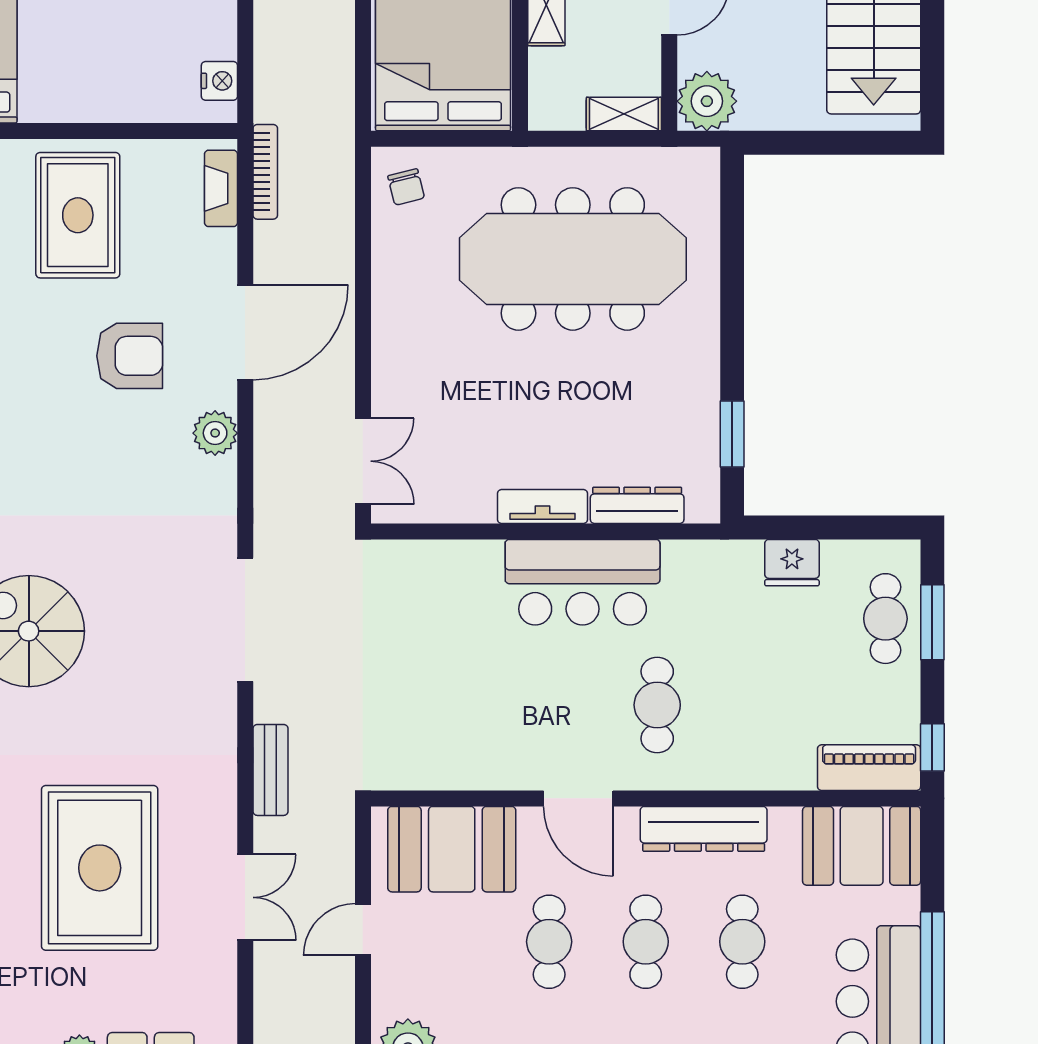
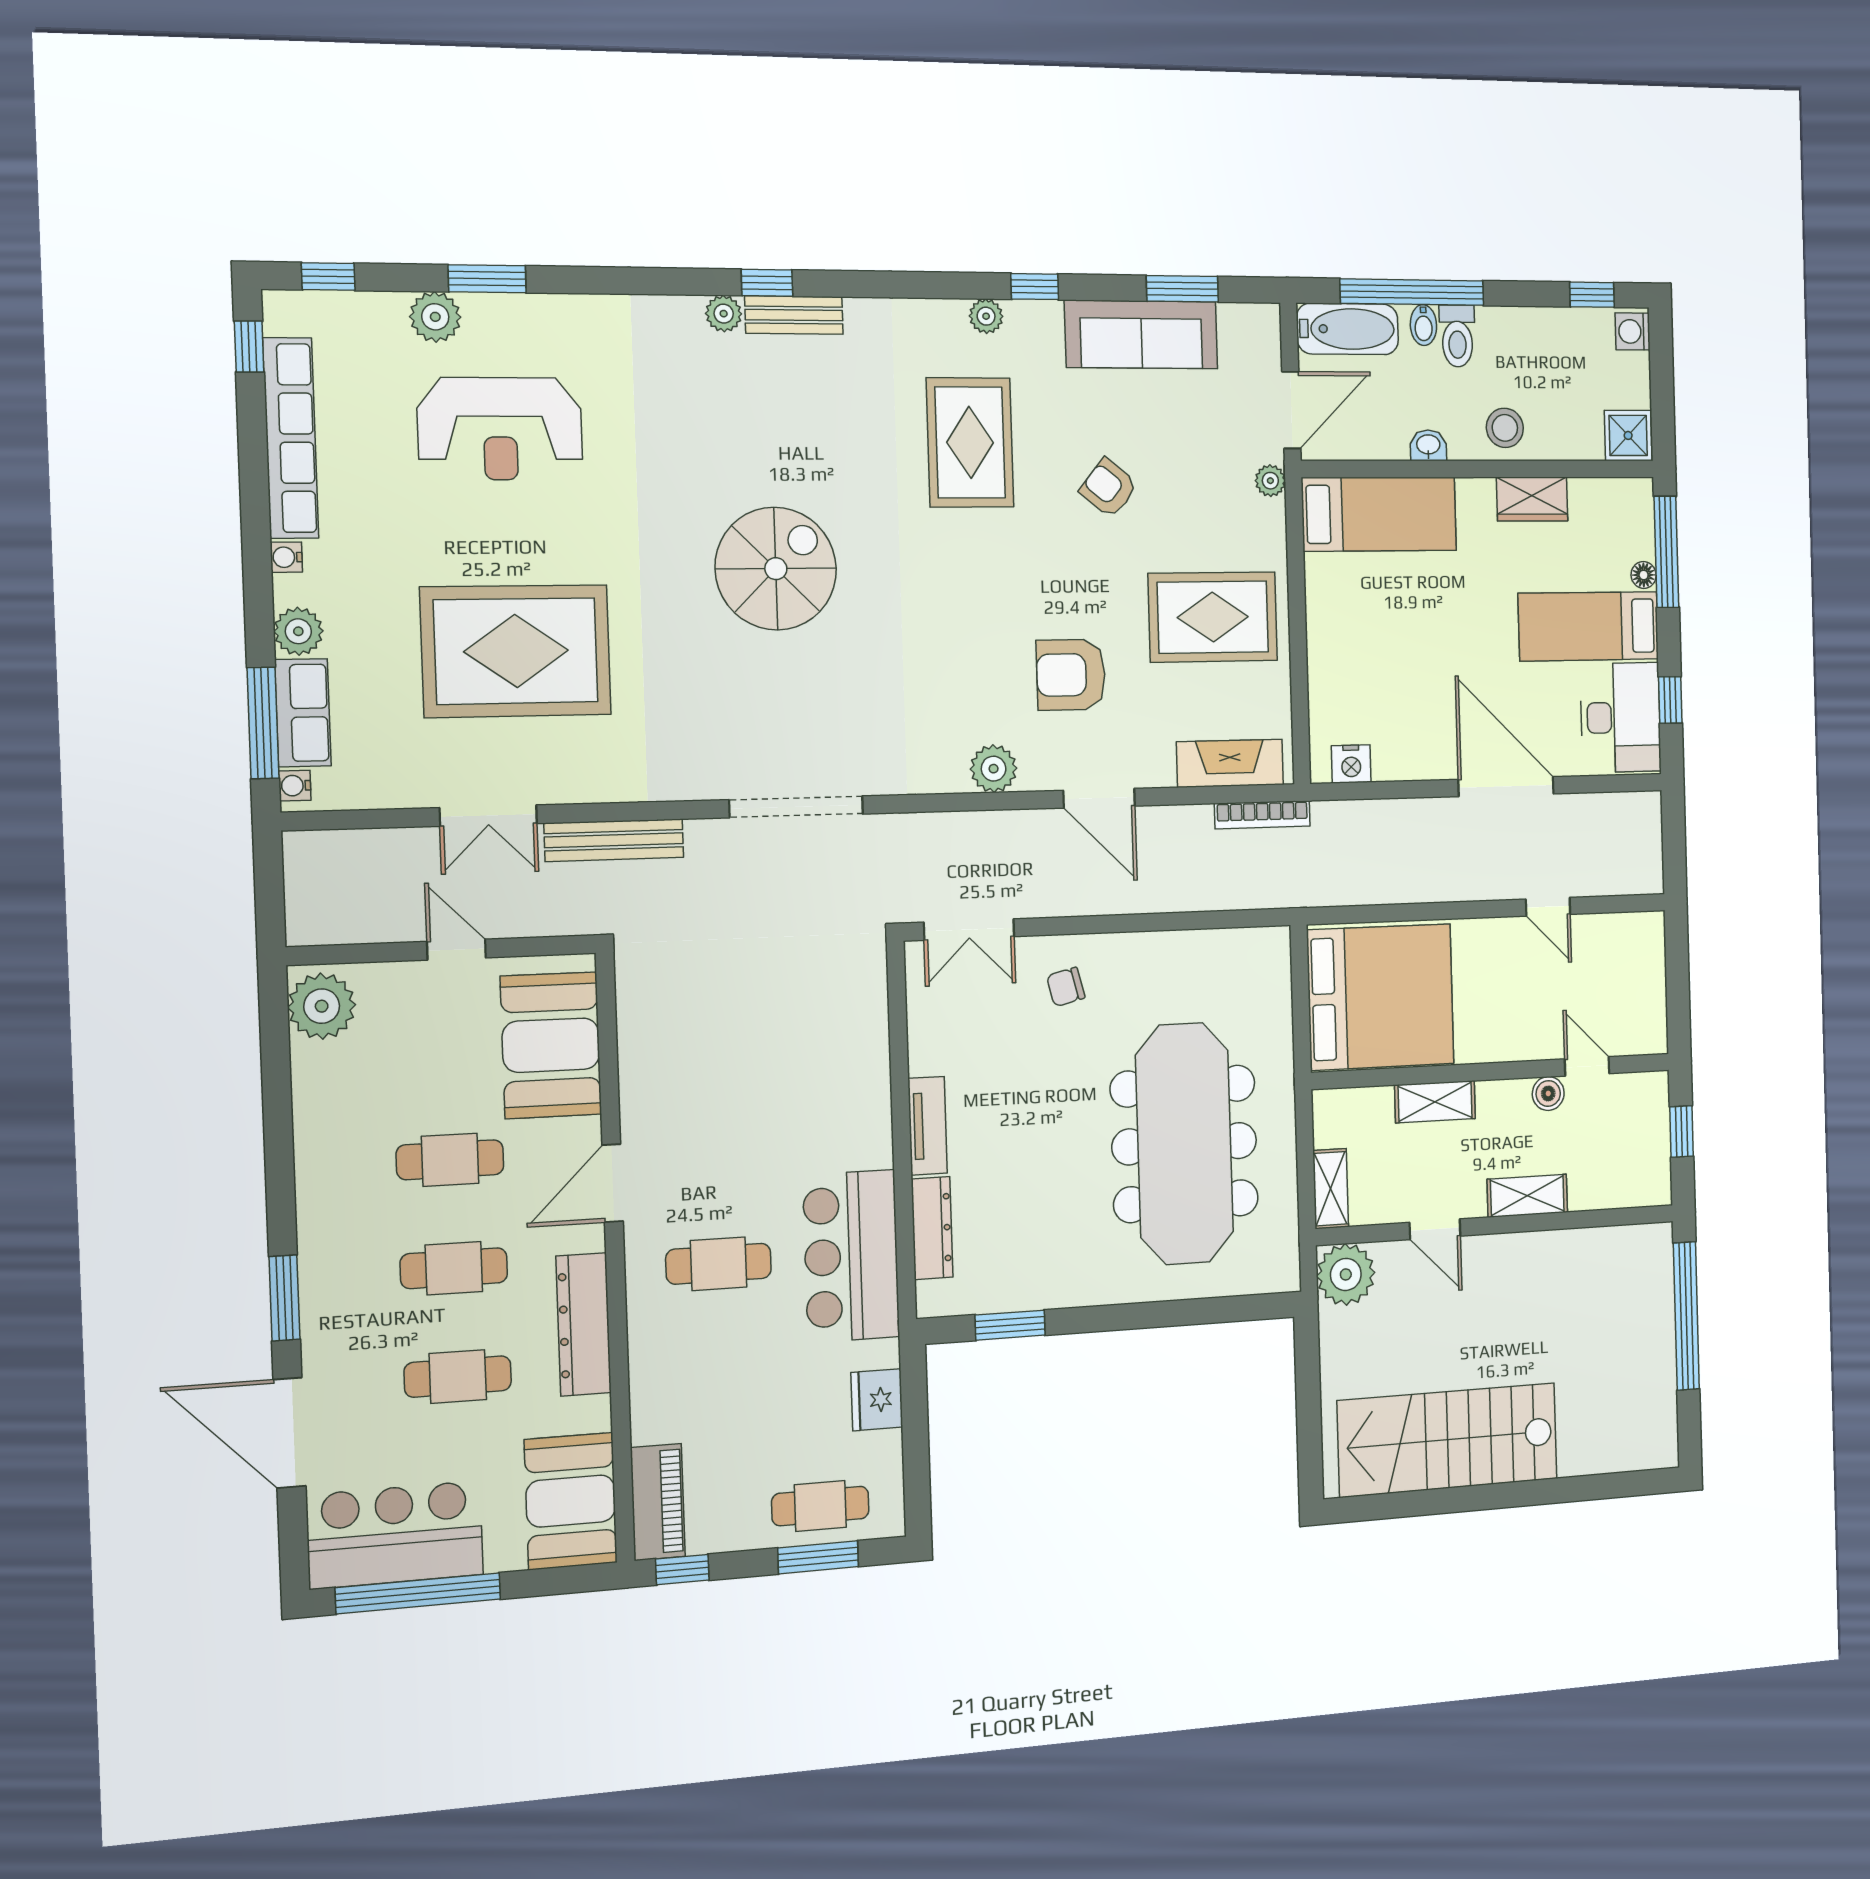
chair: (406, 187) -> (1066, 987), moved
fireplace: (221, 188) -> (1230, 763), width x1.37, depth x1.32
door: (245, 332) -> (1099, 798), width x0.73
armchair: (130, 356) -> (1071, 675), turned 90
bar counter: (583, 582) -> (851, 1256), moved
bench: (270, 770) -> (614, 840), width x1.36

